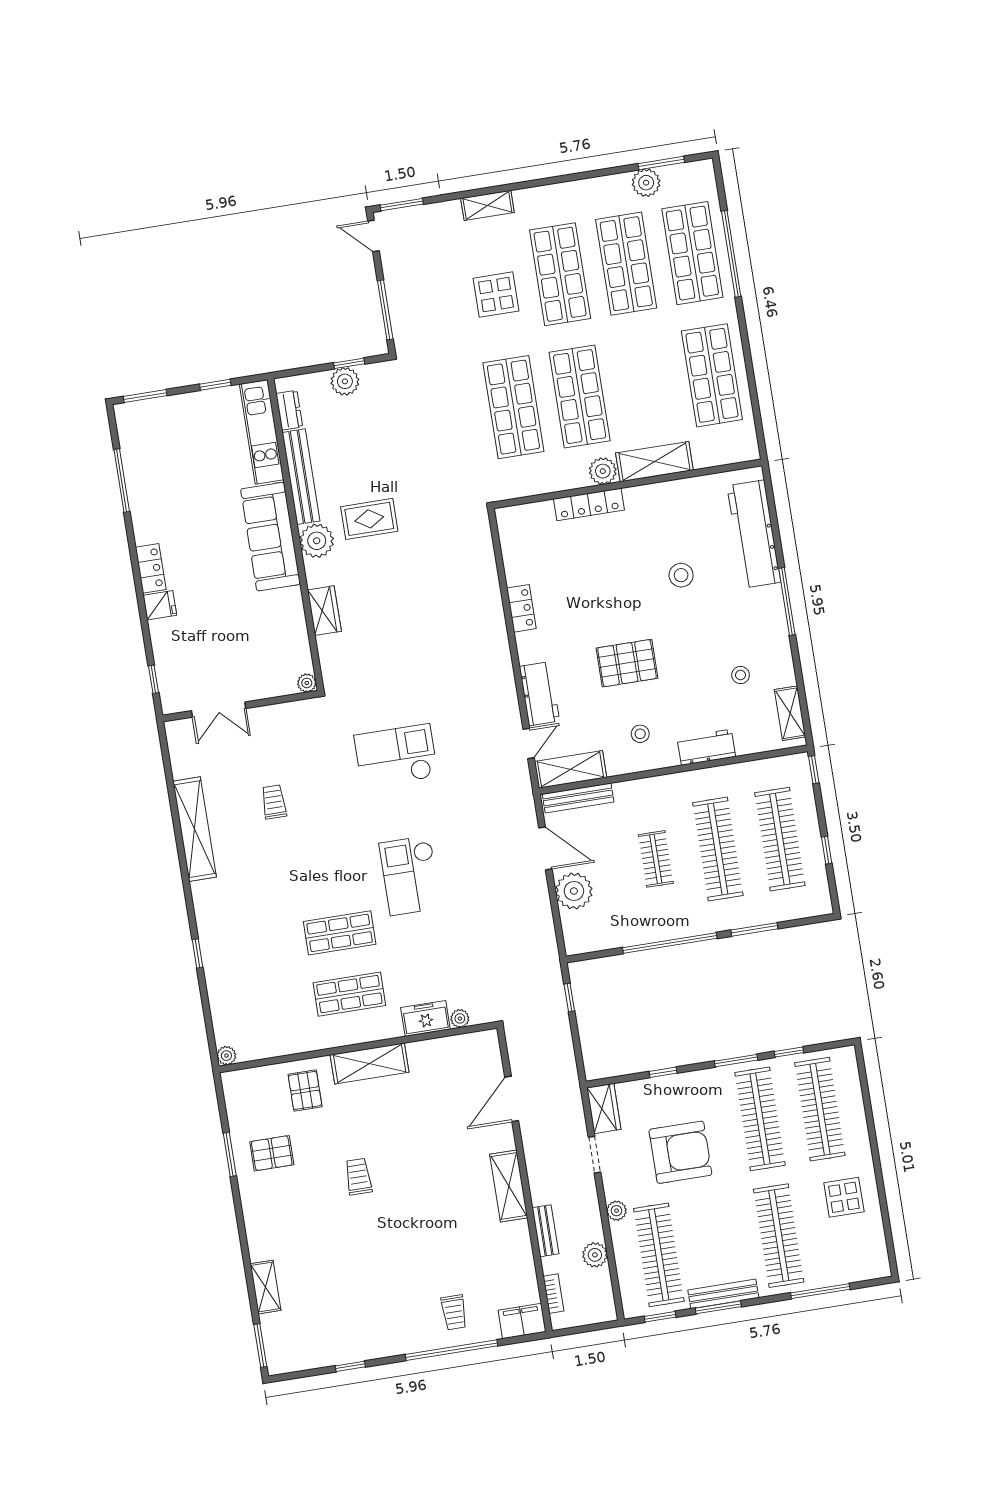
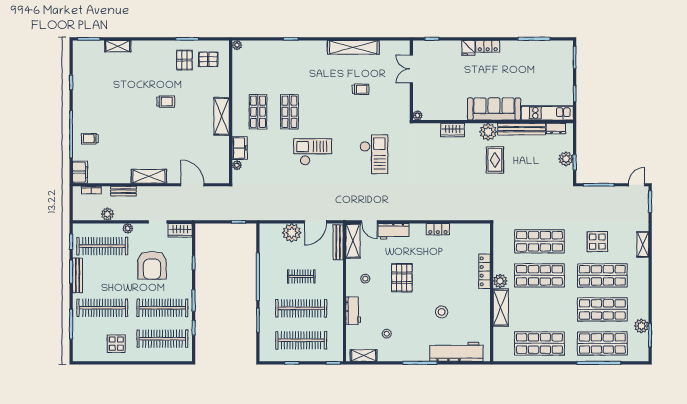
pallet: (305, 1090) -> (208, 59), moved

